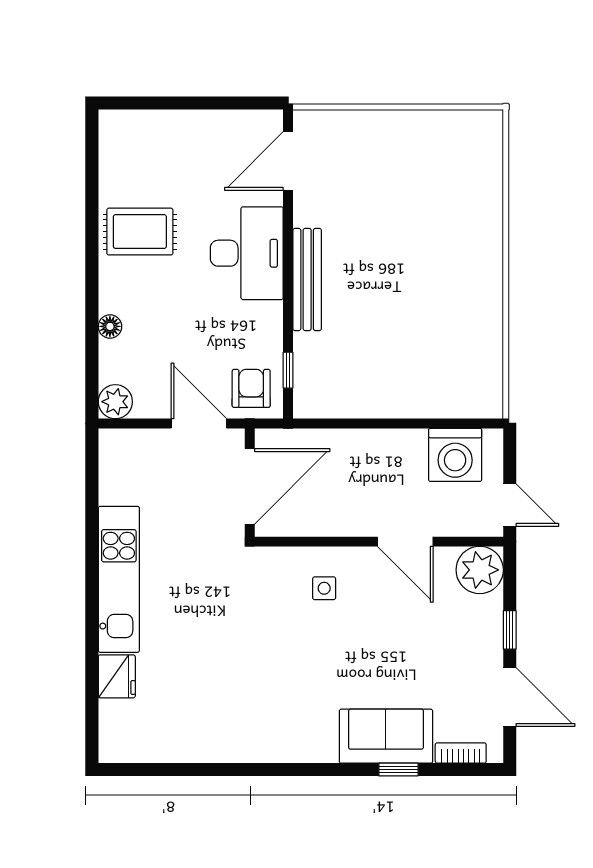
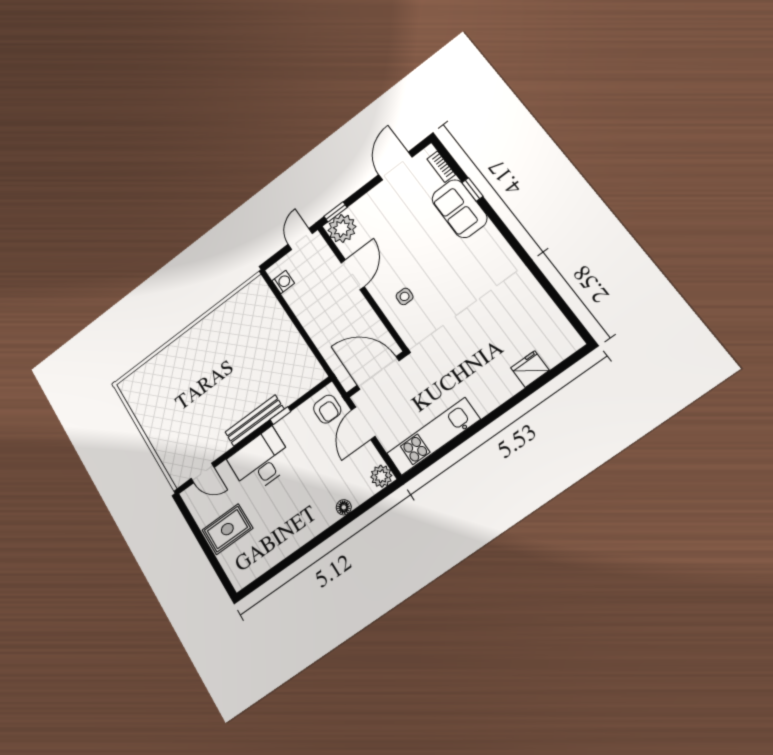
door: (288, 161) -> (203, 473), width x0.73
rug: (140, 232) -> (227, 529), moved, turned 90
window: (288, 370) -> (280, 416), moved
armchair: (251, 388) -> (327, 409), turned -90
washing machine: (455, 455) -> (283, 282), width x0.53, depth x0.53
kitchen unit: (119, 579) -> (433, 436), moved
window: (510, 630) -> (335, 212), moved

